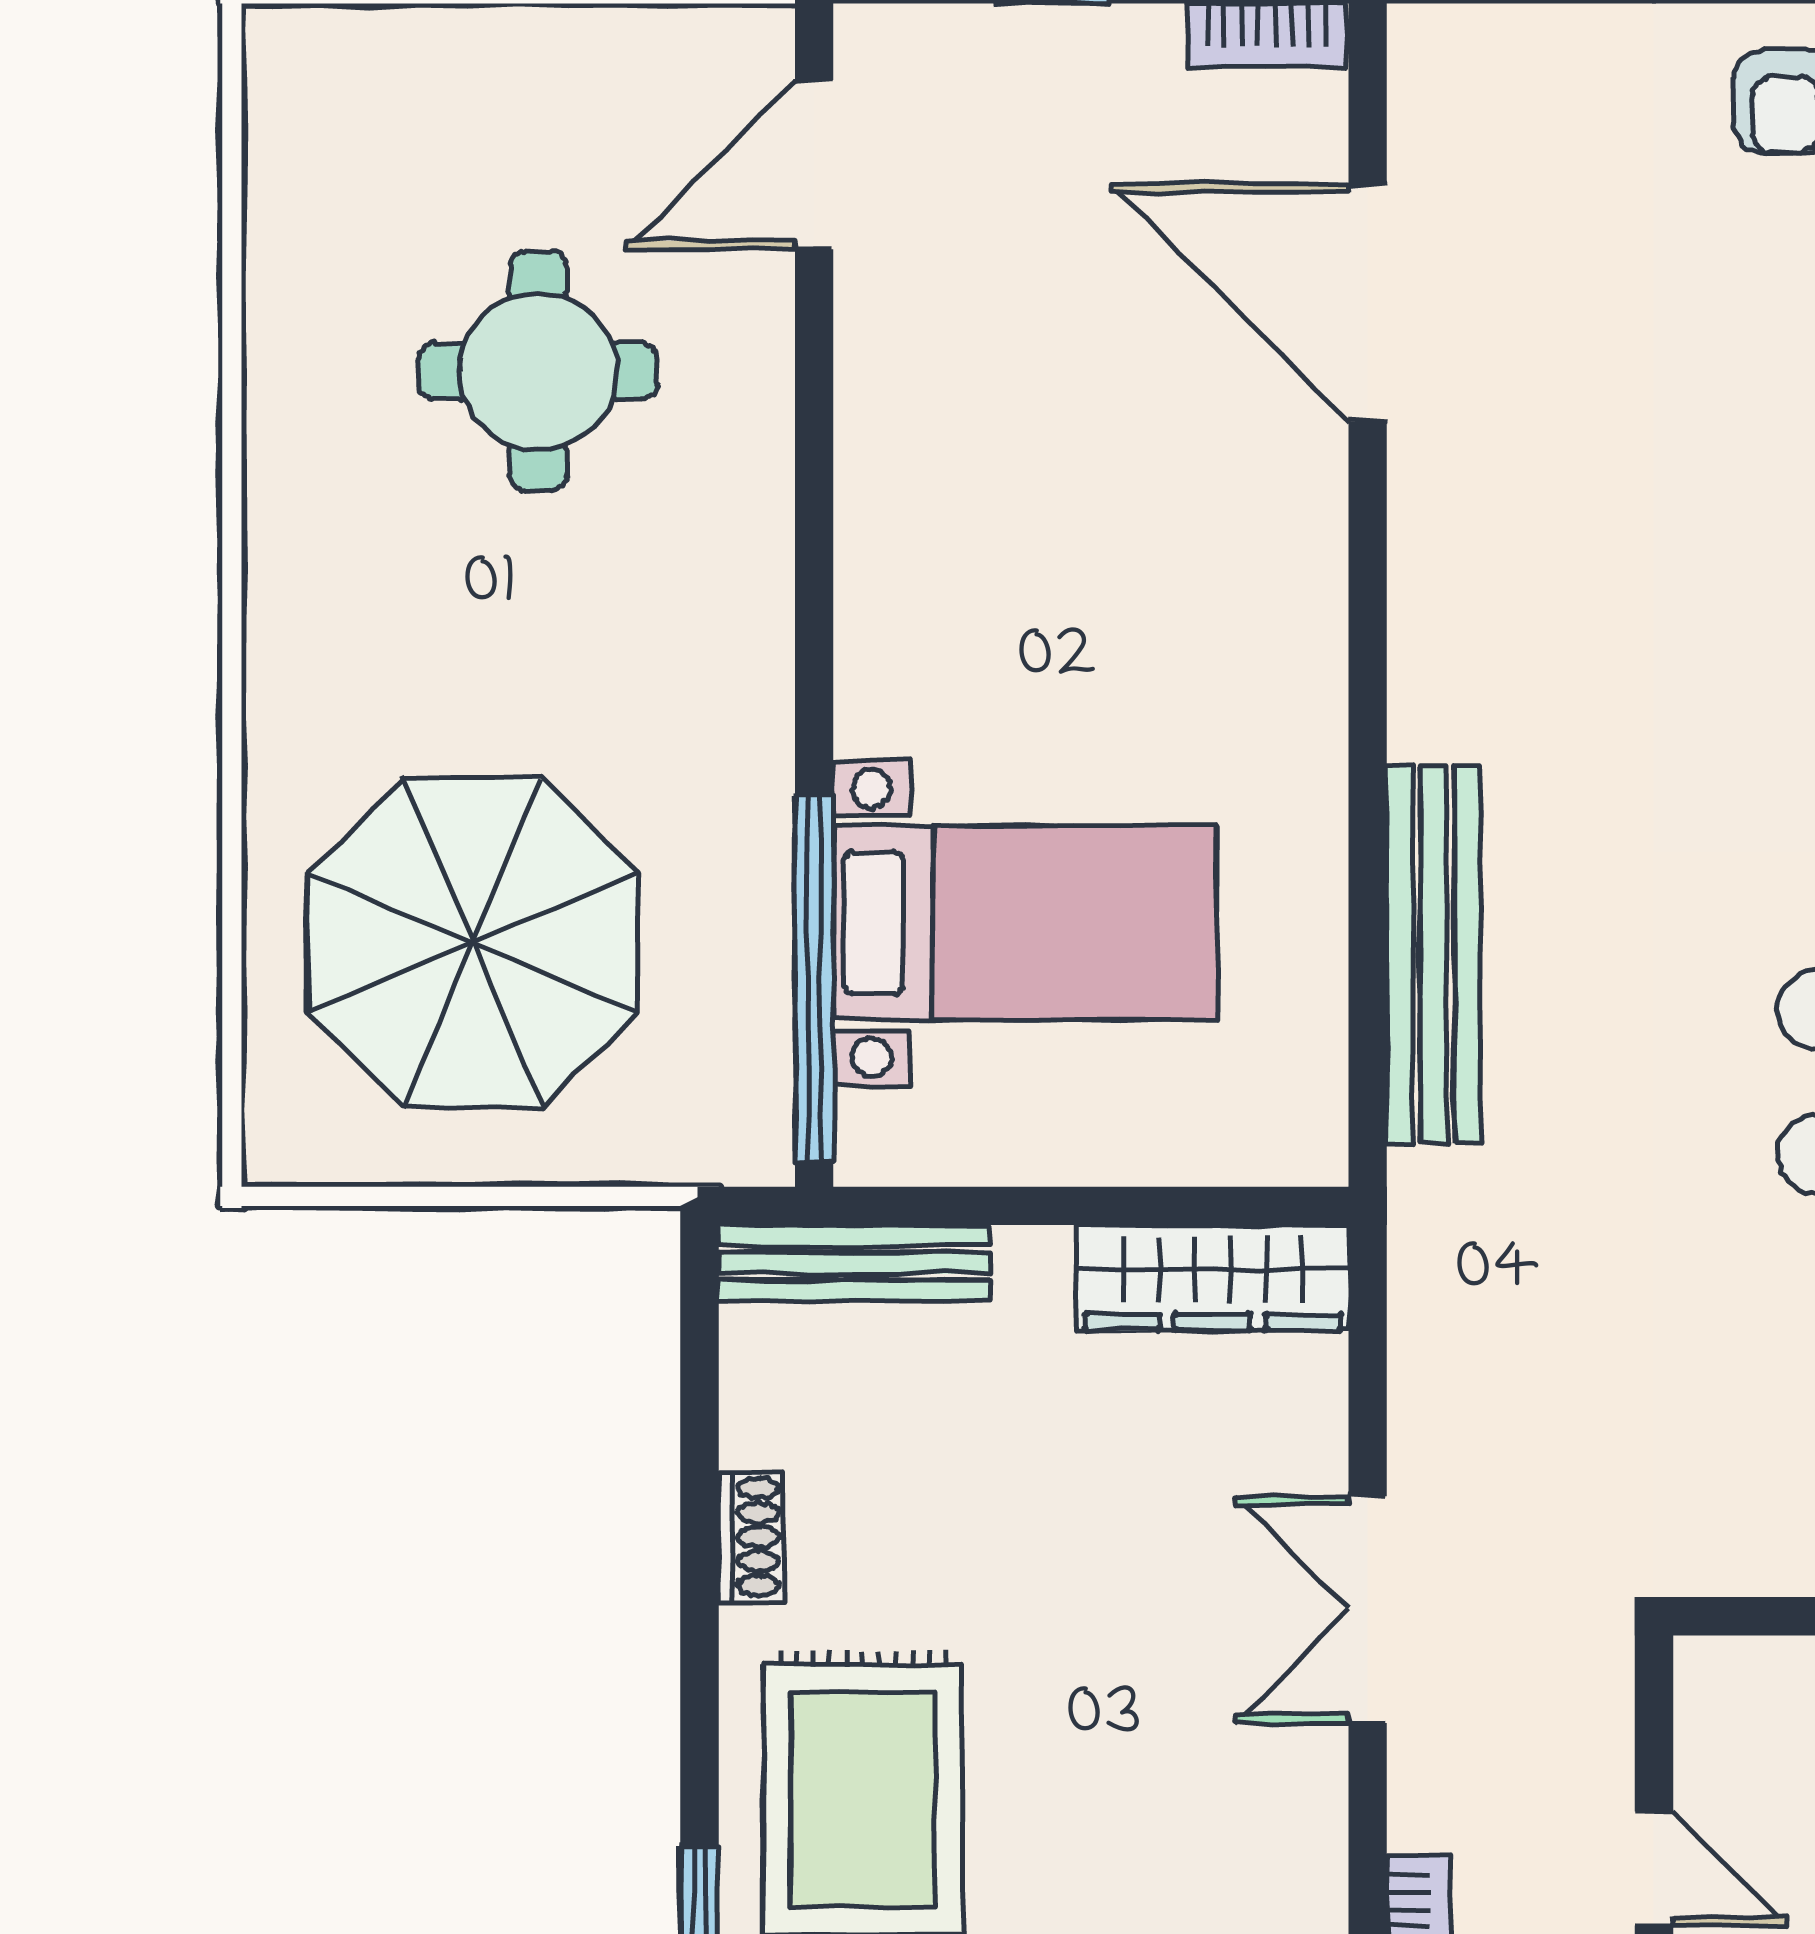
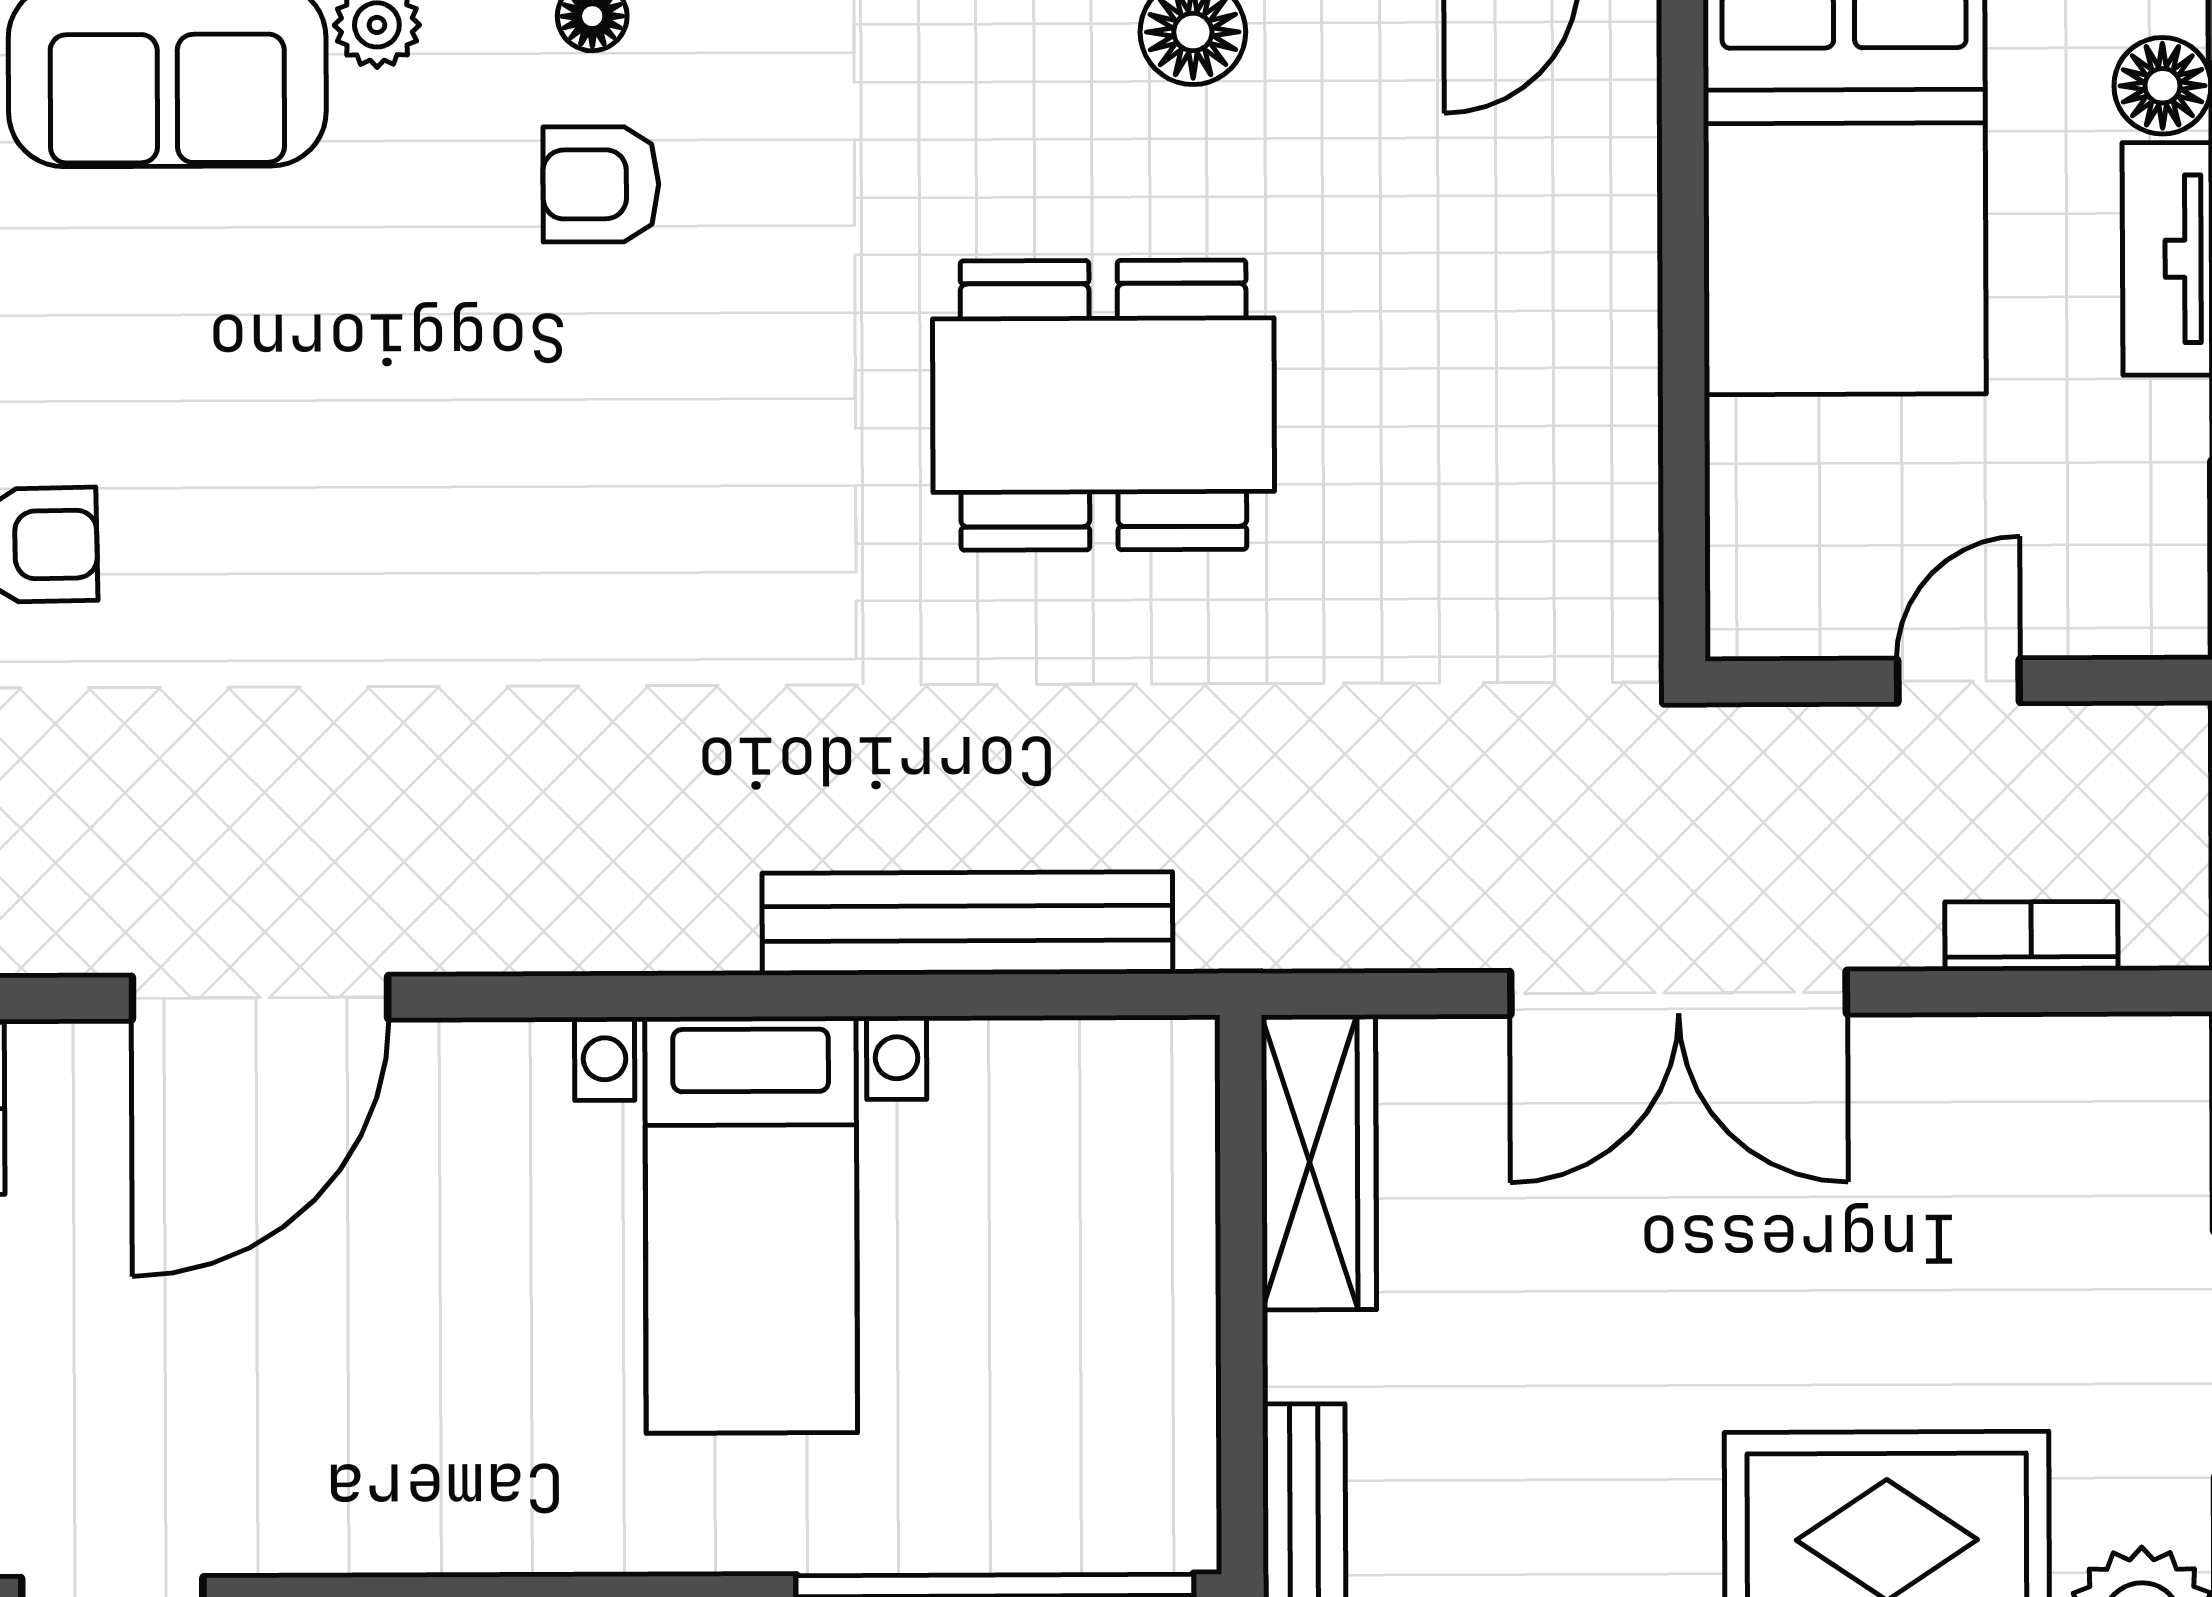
bed with nightstands: (1025, 923) -> (751, 1225), moved, turned 180
double door: (1368, 1610) -> (1678, 993), width x1.37

